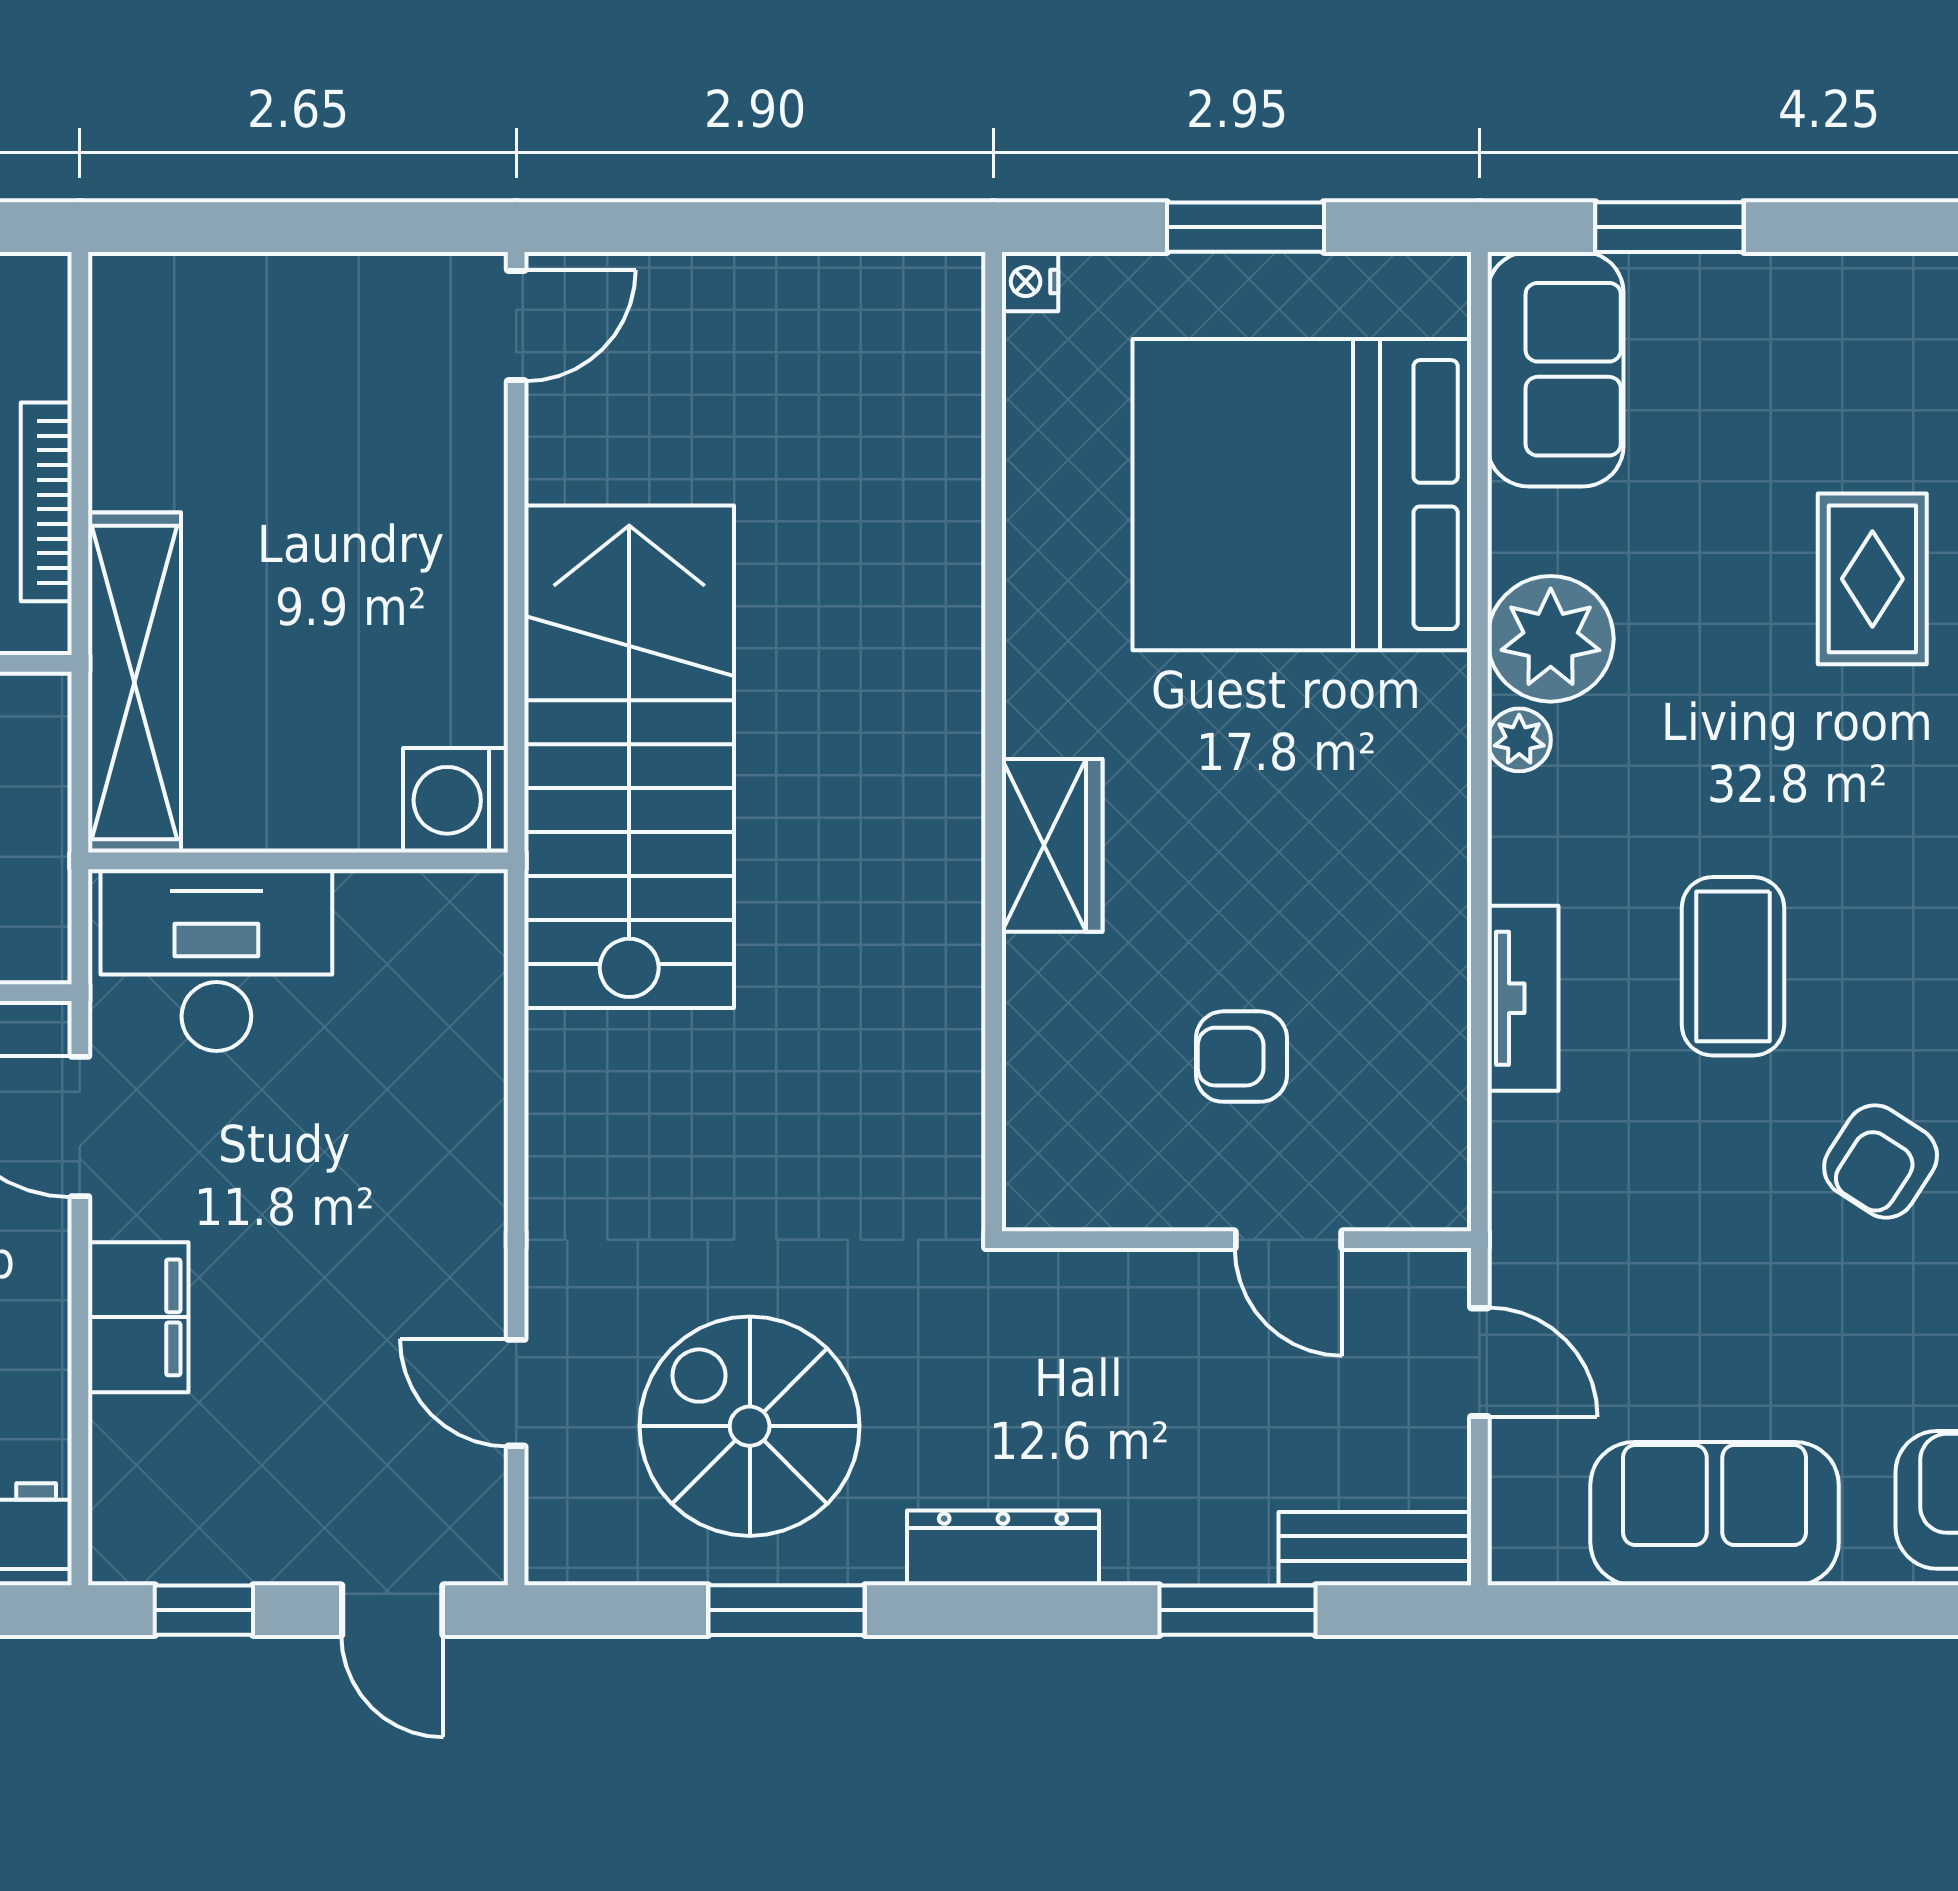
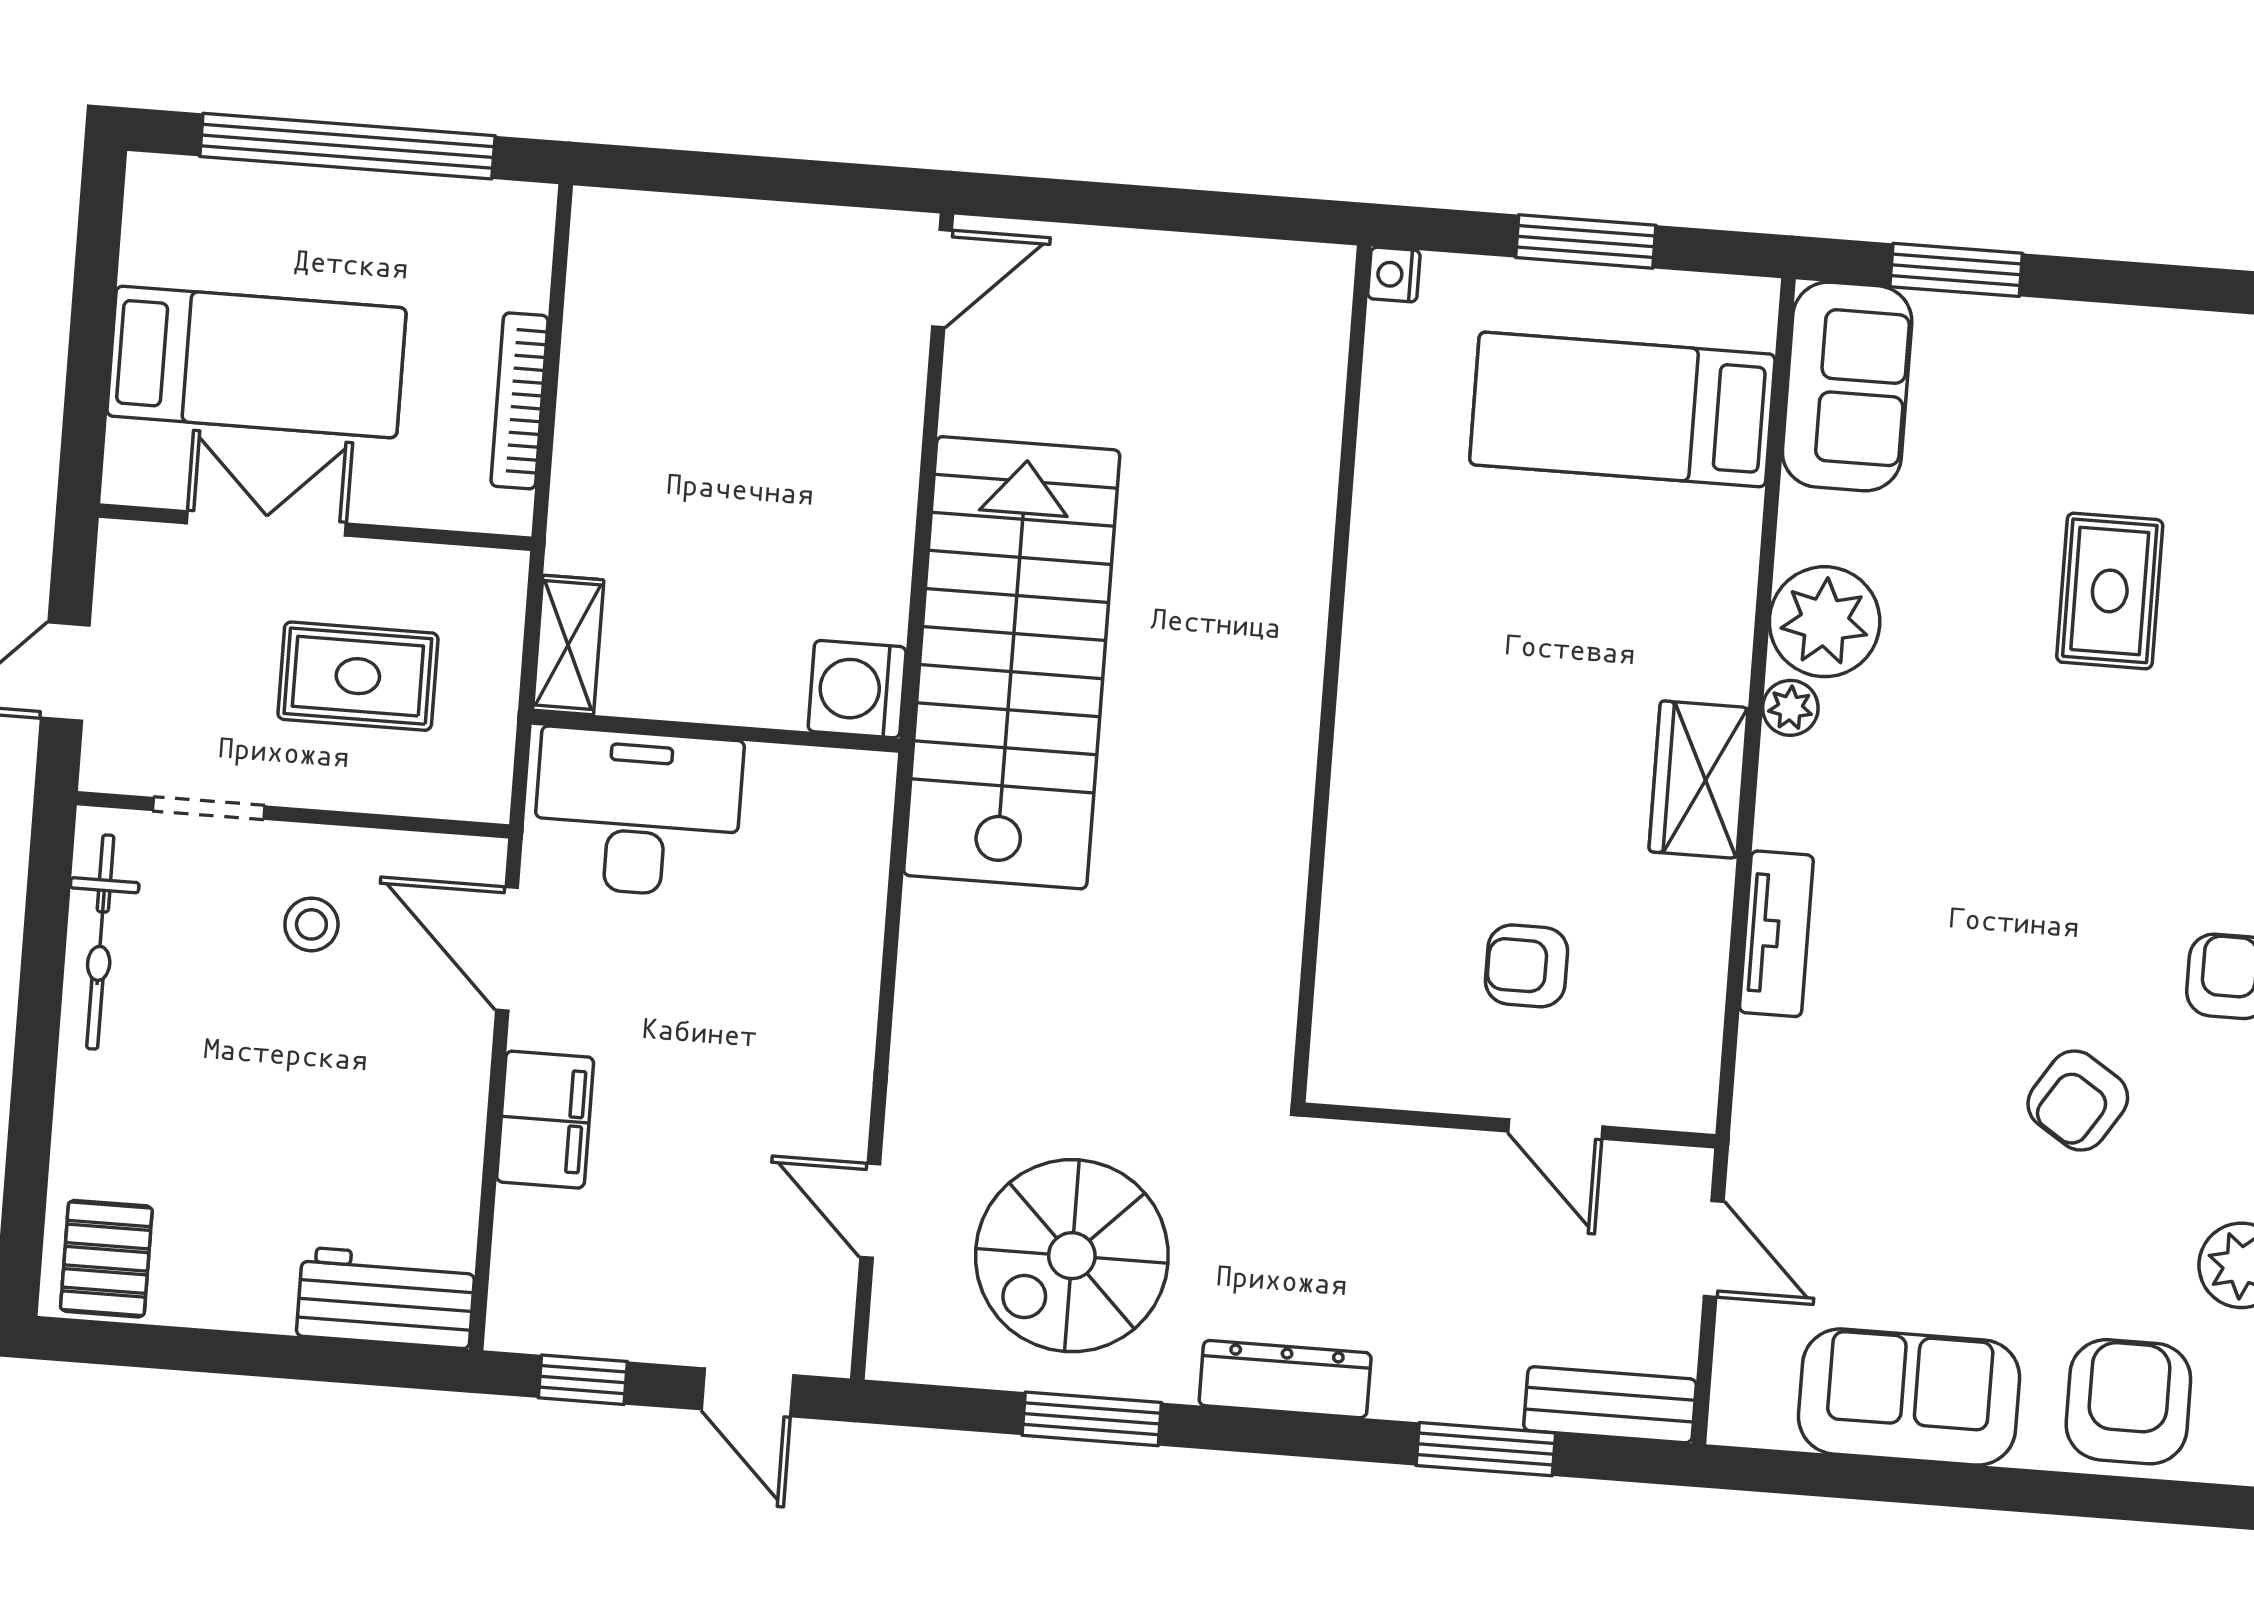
bed: (1302, 495) -> (1622, 409), width x0.49
shelving: (135, 682) -> (568, 645), width x0.45, depth x0.75
wardrobe: (1052, 845) -> (1699, 780), moved, turned 180
coffee table: (1733, 966) -> (1962, 920), removed
spiral stairs: (750, 1426) -> (1072, 1256), turned -90

